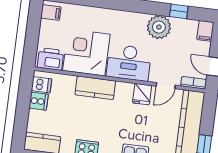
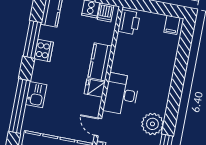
corner desk: (86, 52) -> (133, 56), removed
fridge: (142, 94) -> (95, 88), moved

